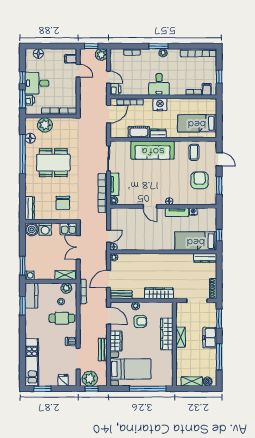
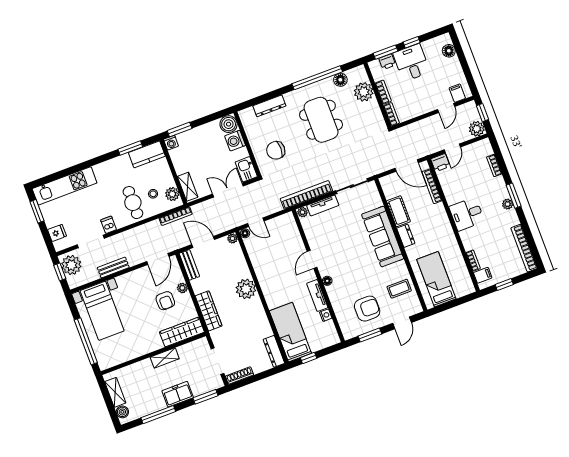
nightstand: (160, 105) -> (442, 224), removed
dresser: (30, 208) -> (269, 106), moved
plant: (153, 261) -> (246, 289), added
wardrobe: (167, 334) -> (182, 332), moved
wardrobe: (116, 341) -> (130, 280), removed

